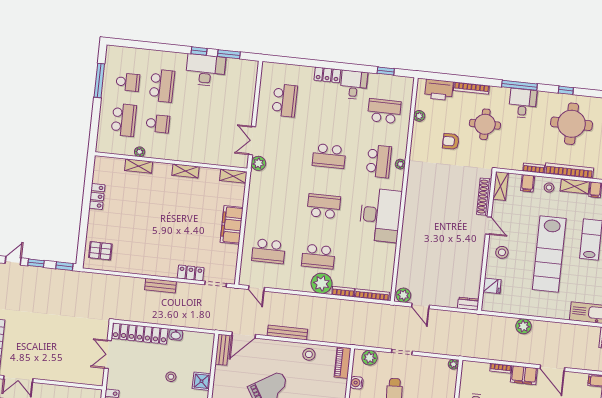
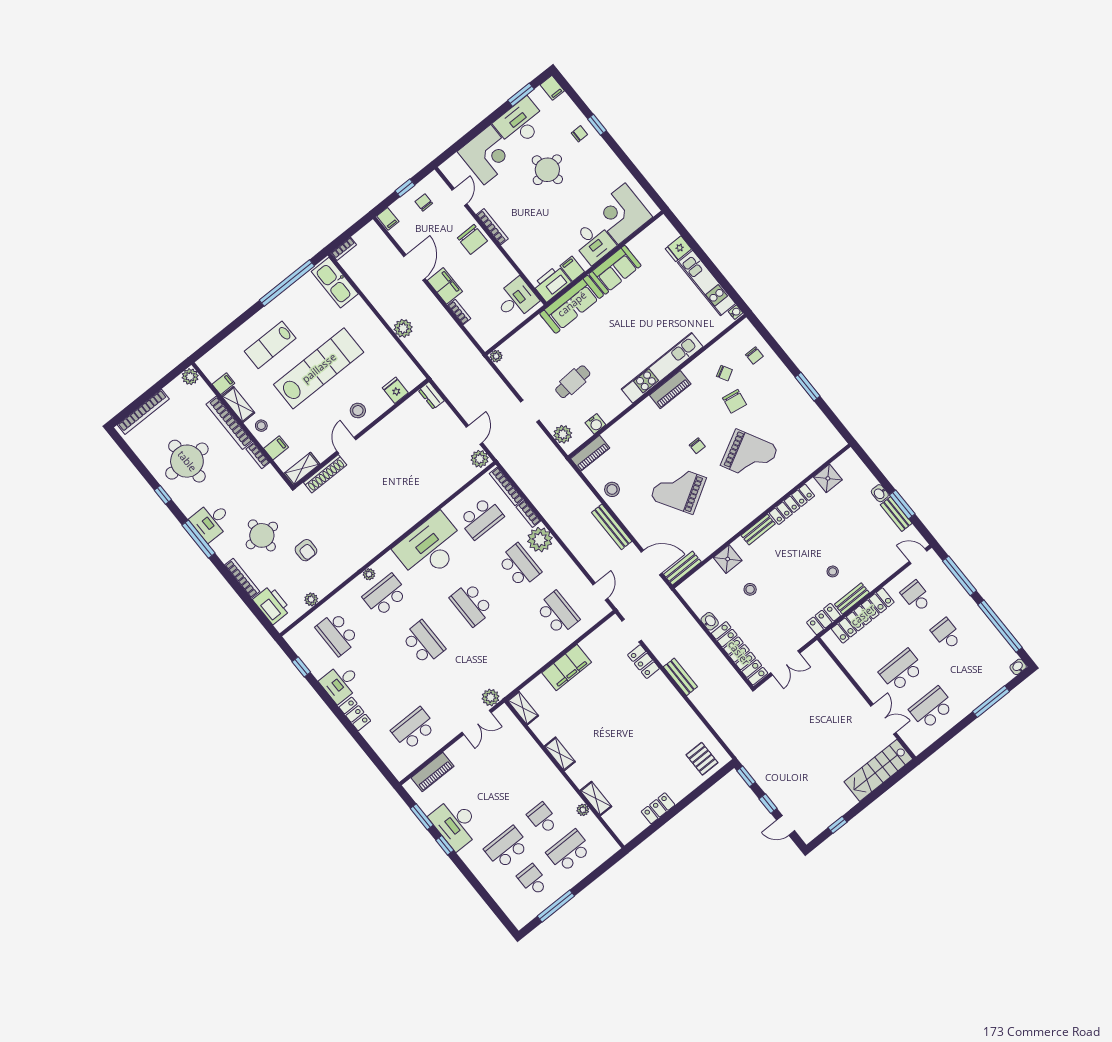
piano: (249, 86) -> (432, 772), added
school desk: (368, 262) -> (481, 518), added

